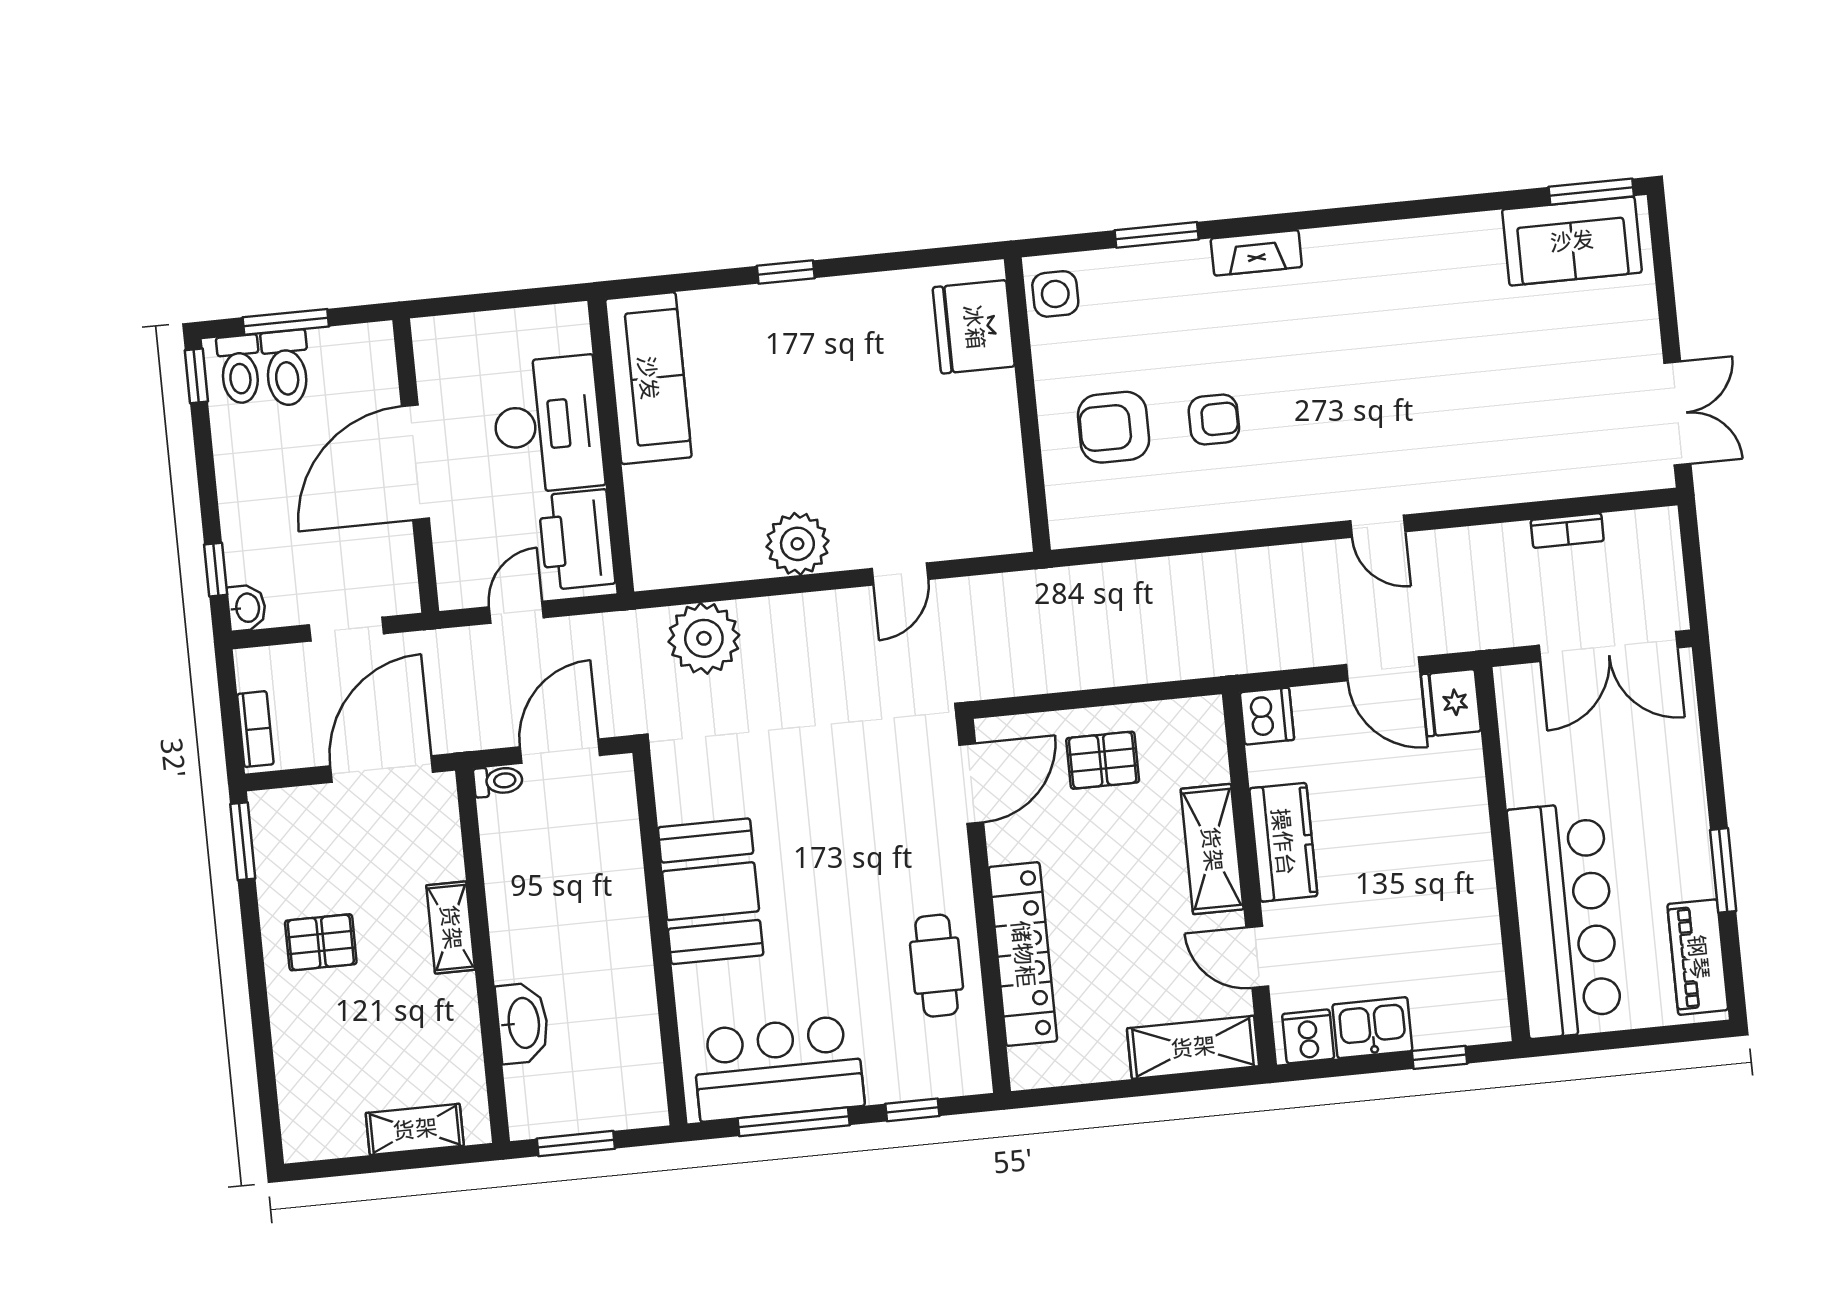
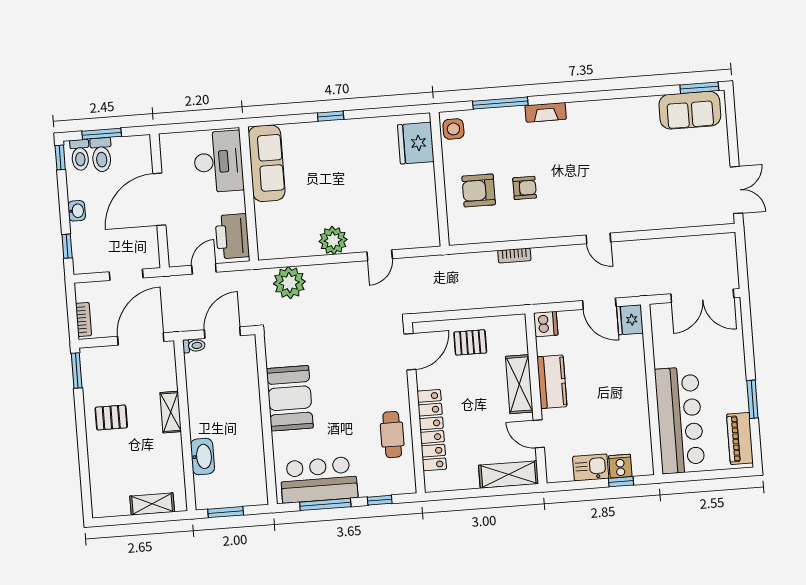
window: (1157, 235) -> (500, 103), width x1.44
desk: (548, 425) -> (218, 162), moved
bookcase: (1567, 531) -> (514, 255), moved
washbasin: (247, 608) -> (77, 211), moved
cooker: (1308, 1036) -> (620, 466), moved

